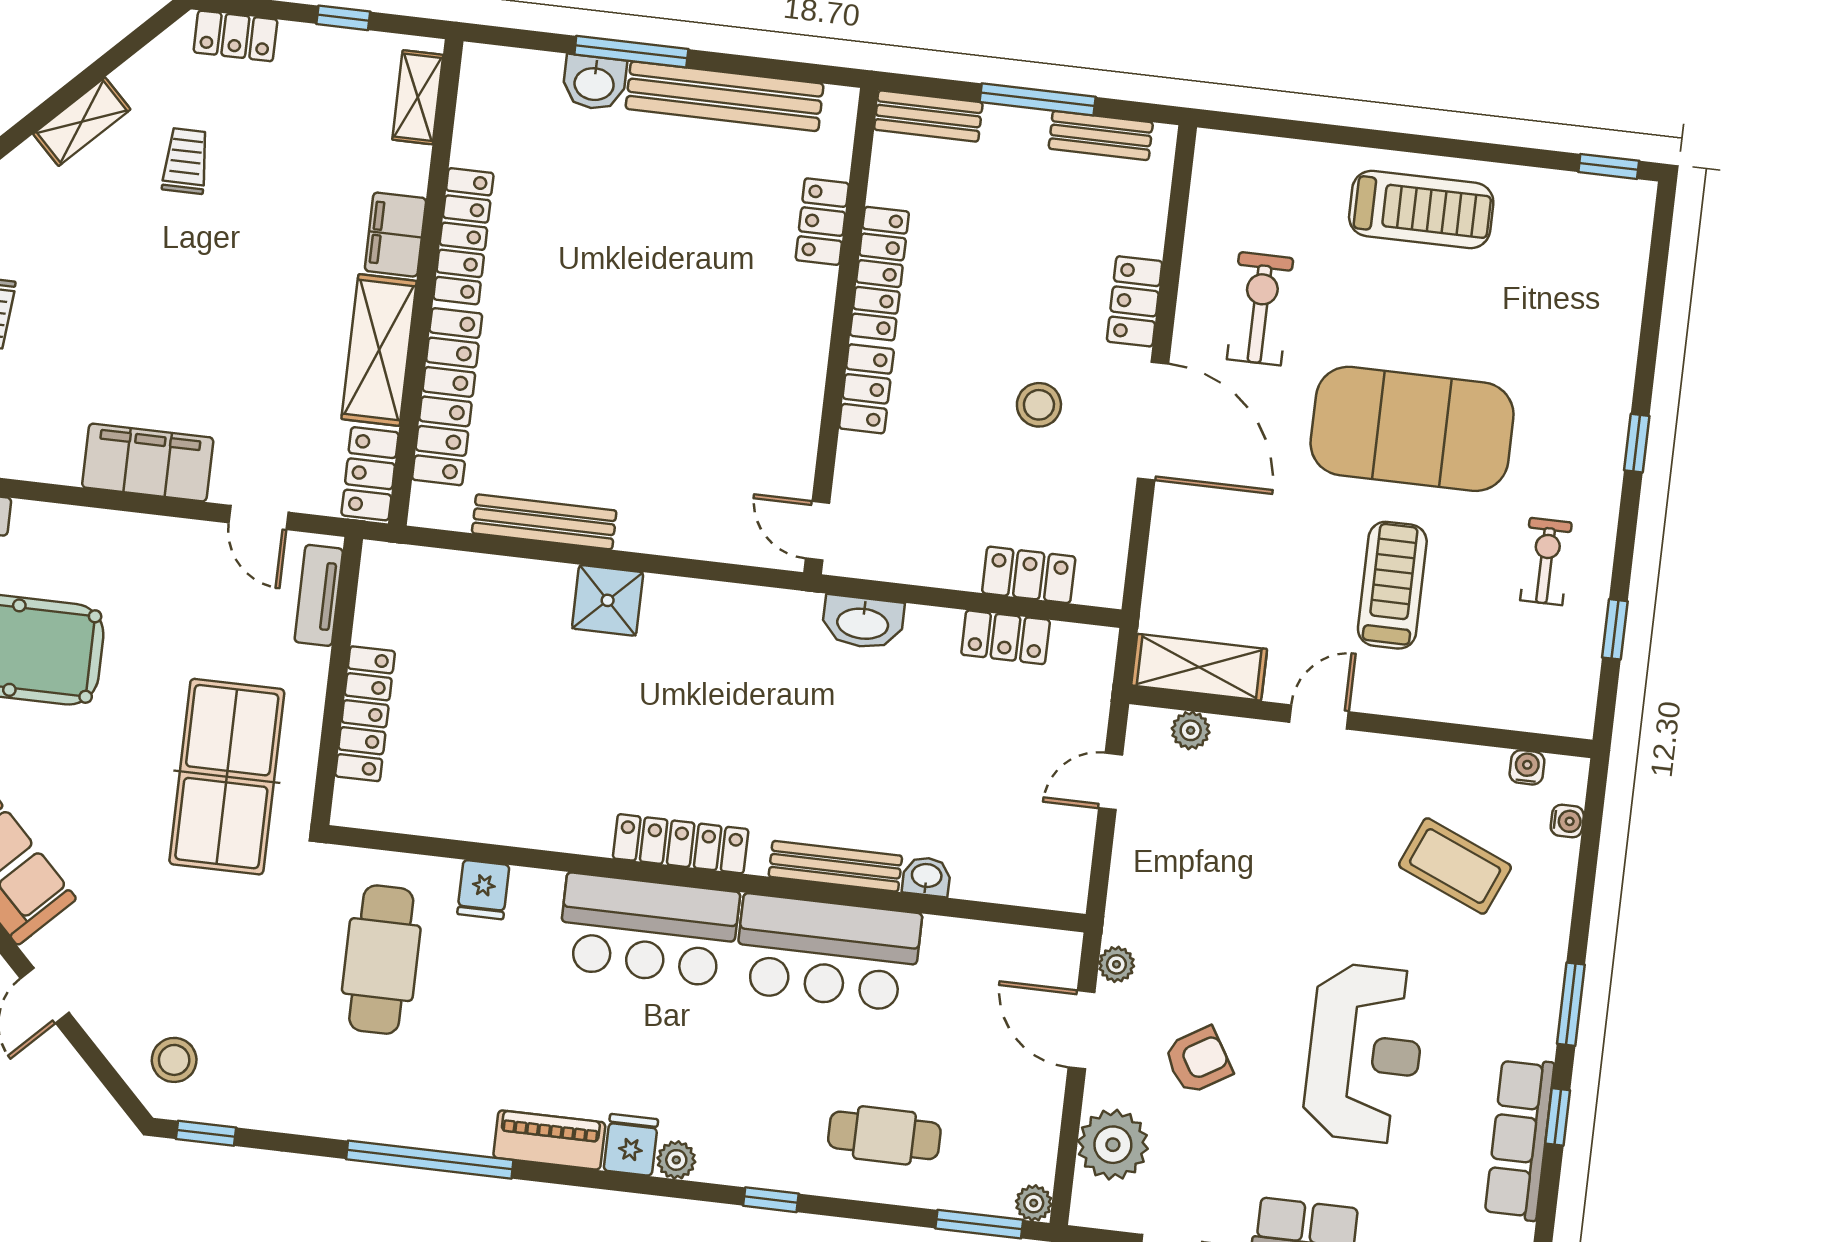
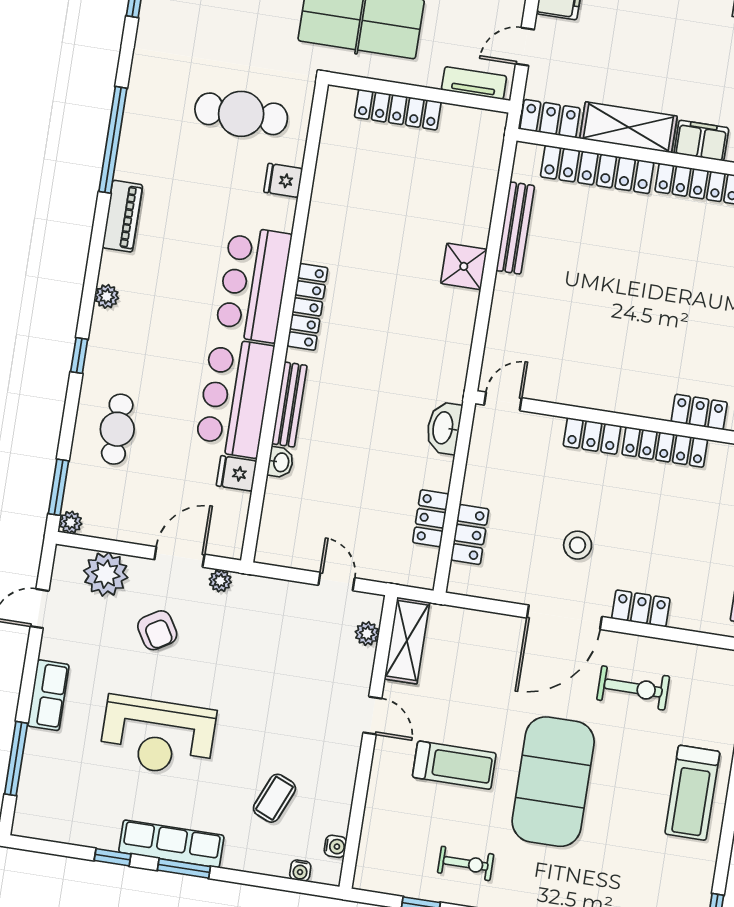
coffee table: (1455, 866) -> (274, 798), width x0.73, depth x0.77
row of seats: (1520, 1139) -> (171, 844), moved
fridge: (631, 1145) -> (236, 473), moved, turned 180

